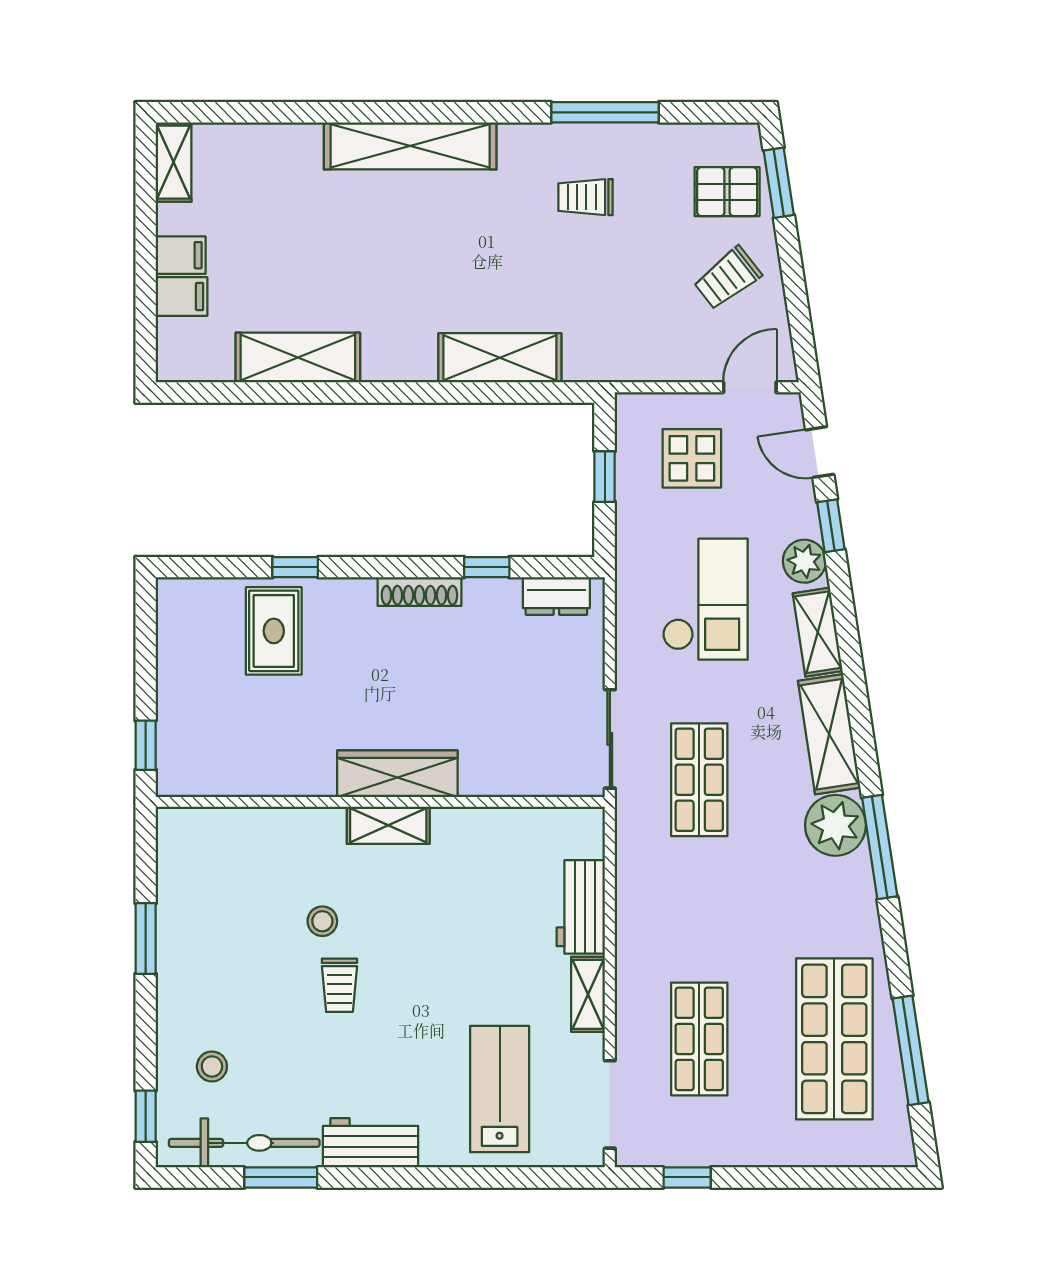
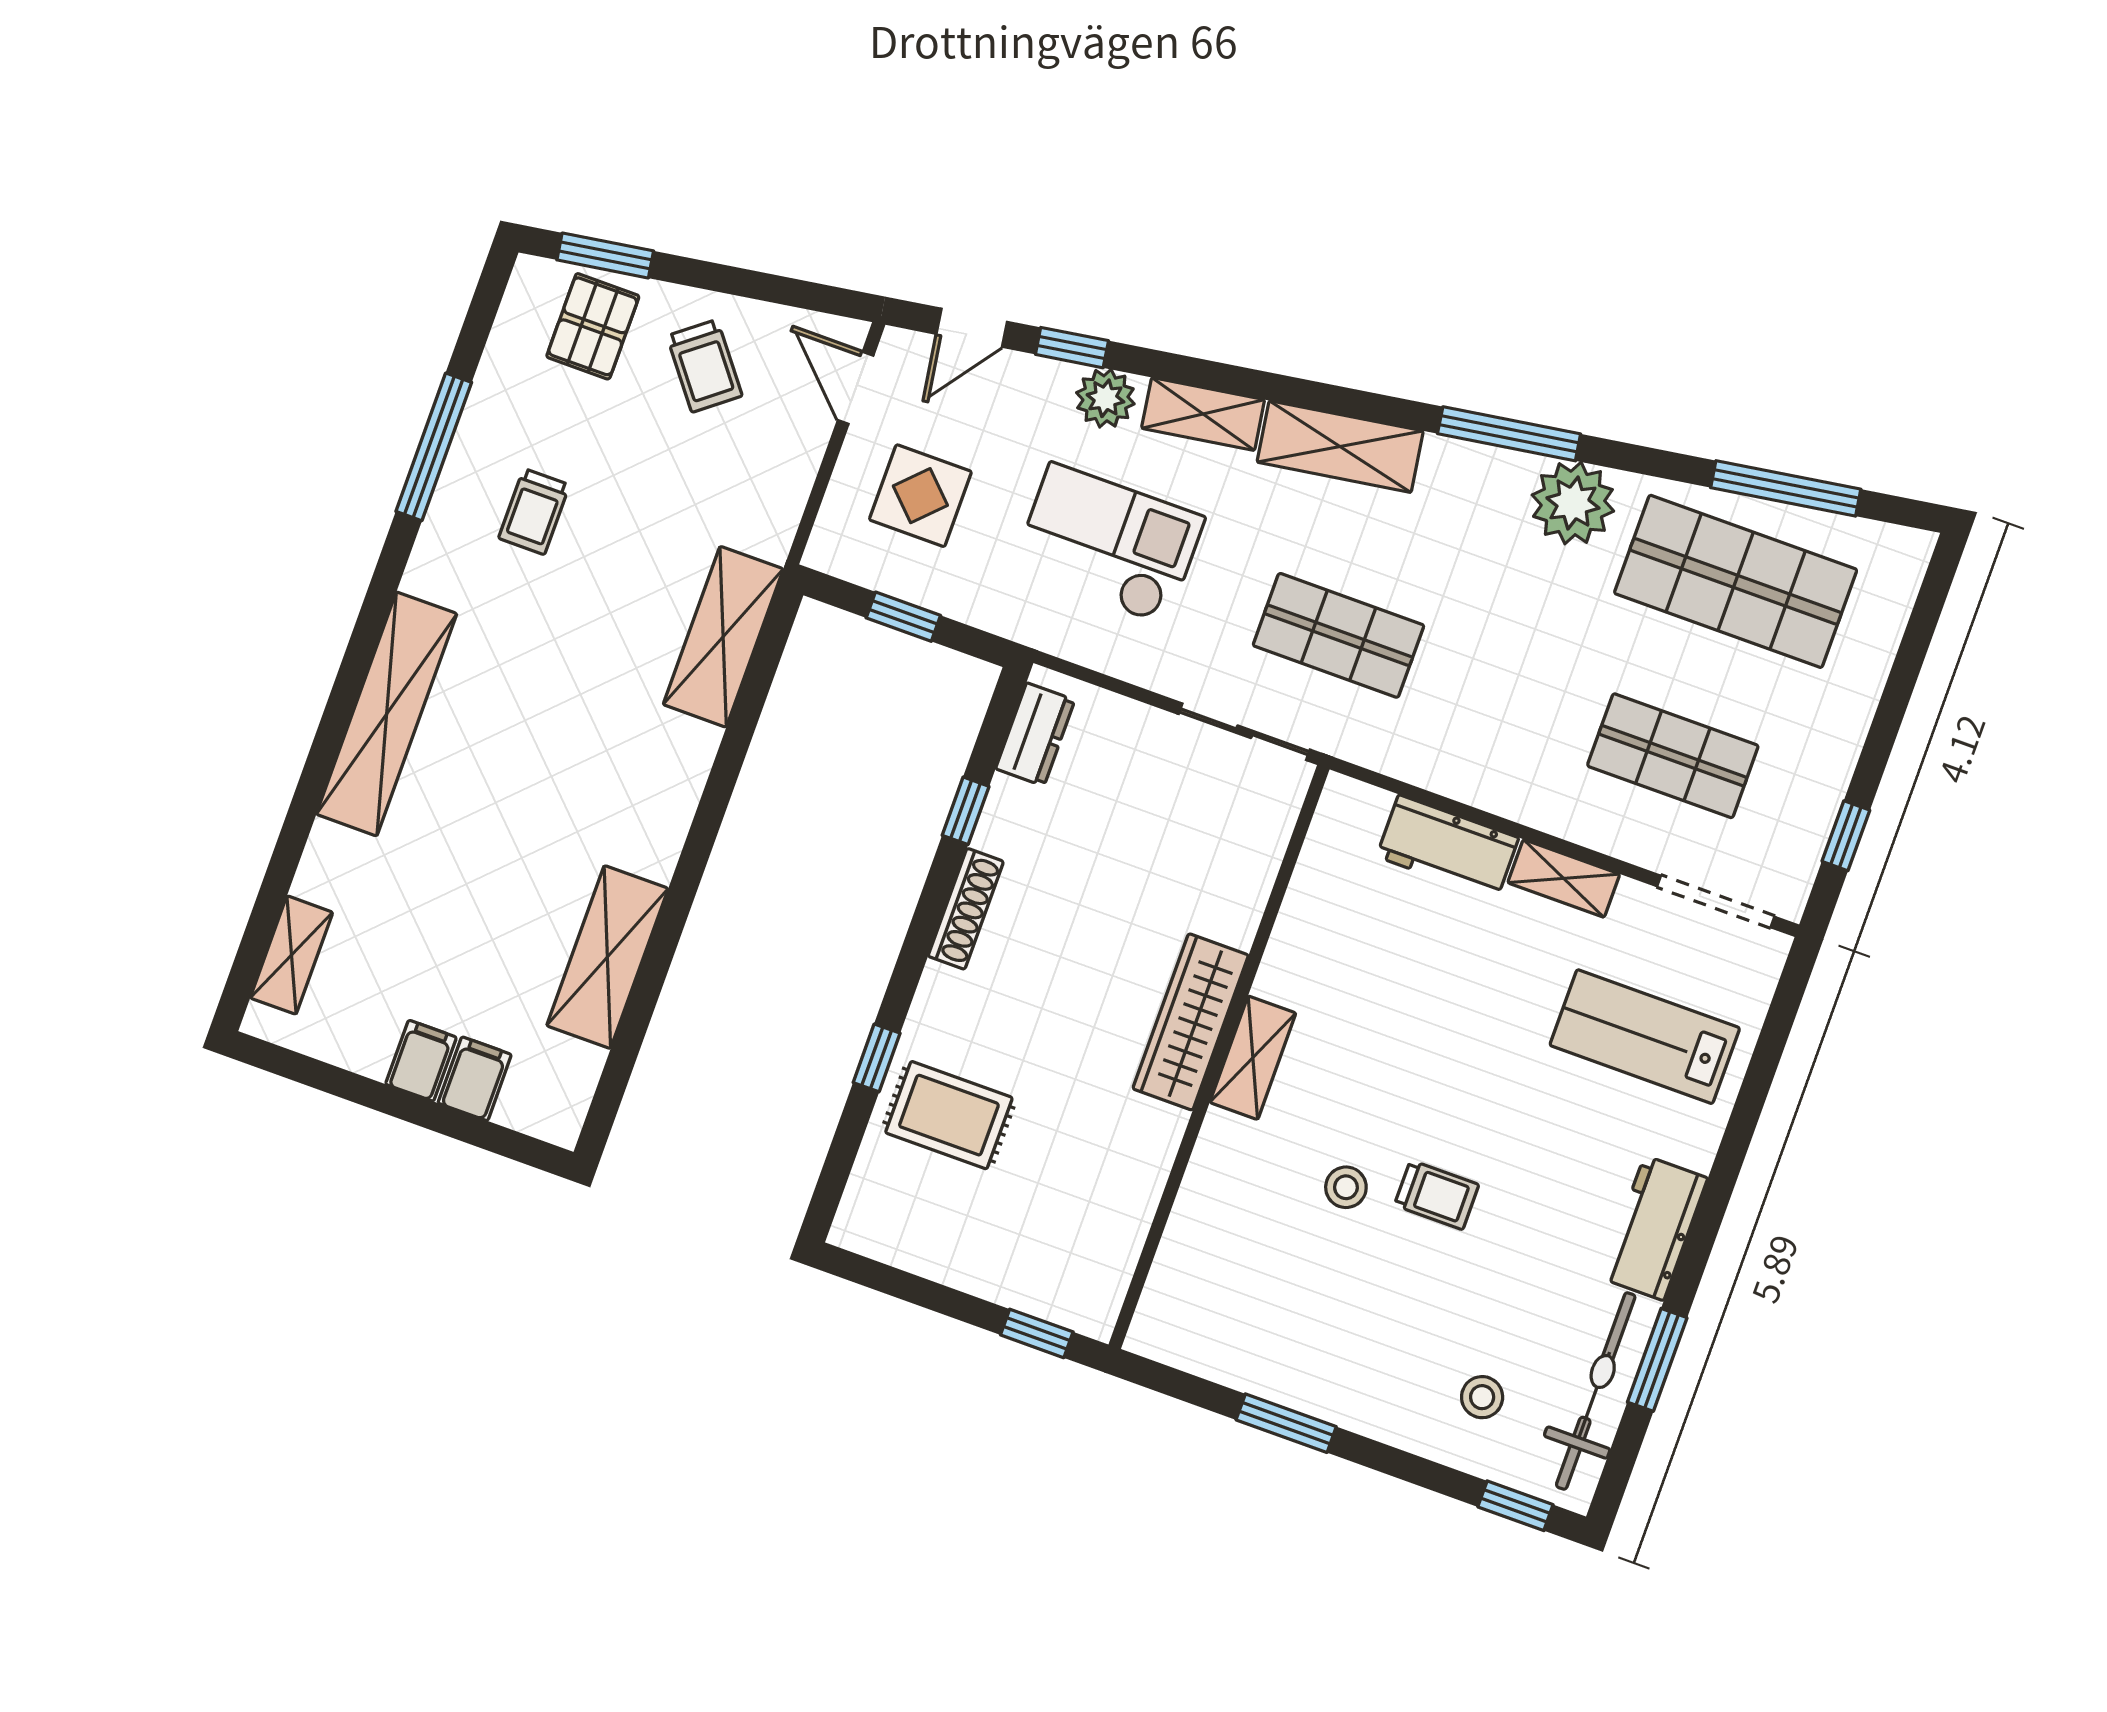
shelving: (174, 162) -> (291, 955), moved, turned 90
shelving: (500, 358) -> (723, 637), moved
plant: (835, 825) -> (1573, 503), moved

